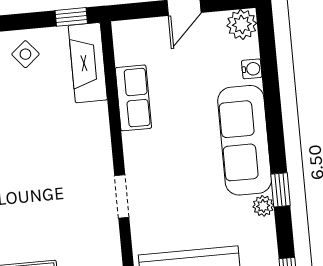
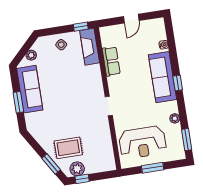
plant: (242, 24) -> (158, 25), removed
window: (281, 190) -> (178, 83), moved
plant: (263, 206) -> (175, 118), moved

